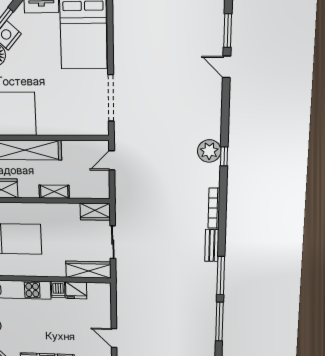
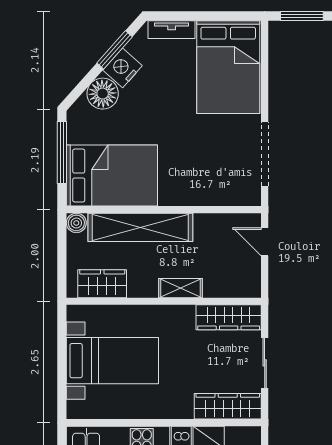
door: (112, 160) -> (265, 242), hinge flipped
wardrobe: (95, 212) -> (229, 317), width x1.50

